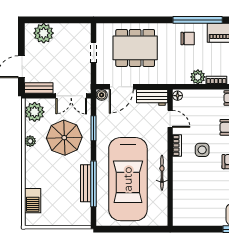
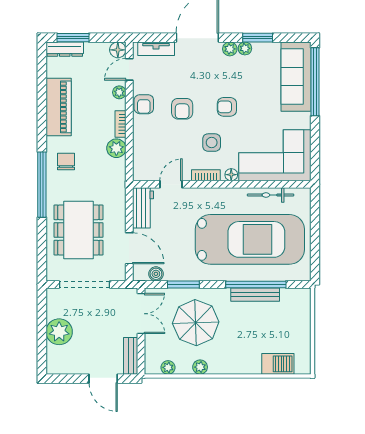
window: (198, 20) -> (42, 185), moved
plant: (44, 33) -> (59, 332), moved
doorway: (94, 53) -> (85, 284), width x1.88
boiler: (102, 95) -> (156, 274), moved
floor lamp: (178, 96) -> (231, 175), moved
plant: (35, 112) -> (168, 367), width x0.53, depth x0.53
bicycle: (162, 173) -> (271, 195), moved
corner sofa: (192, 198) -> (275, 155), added

